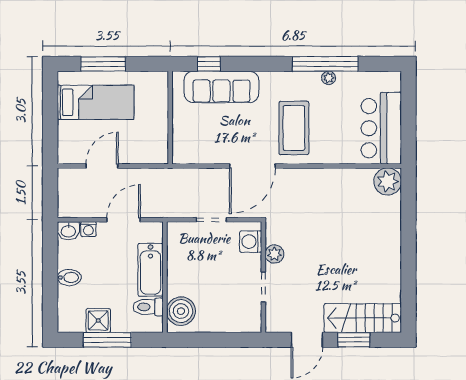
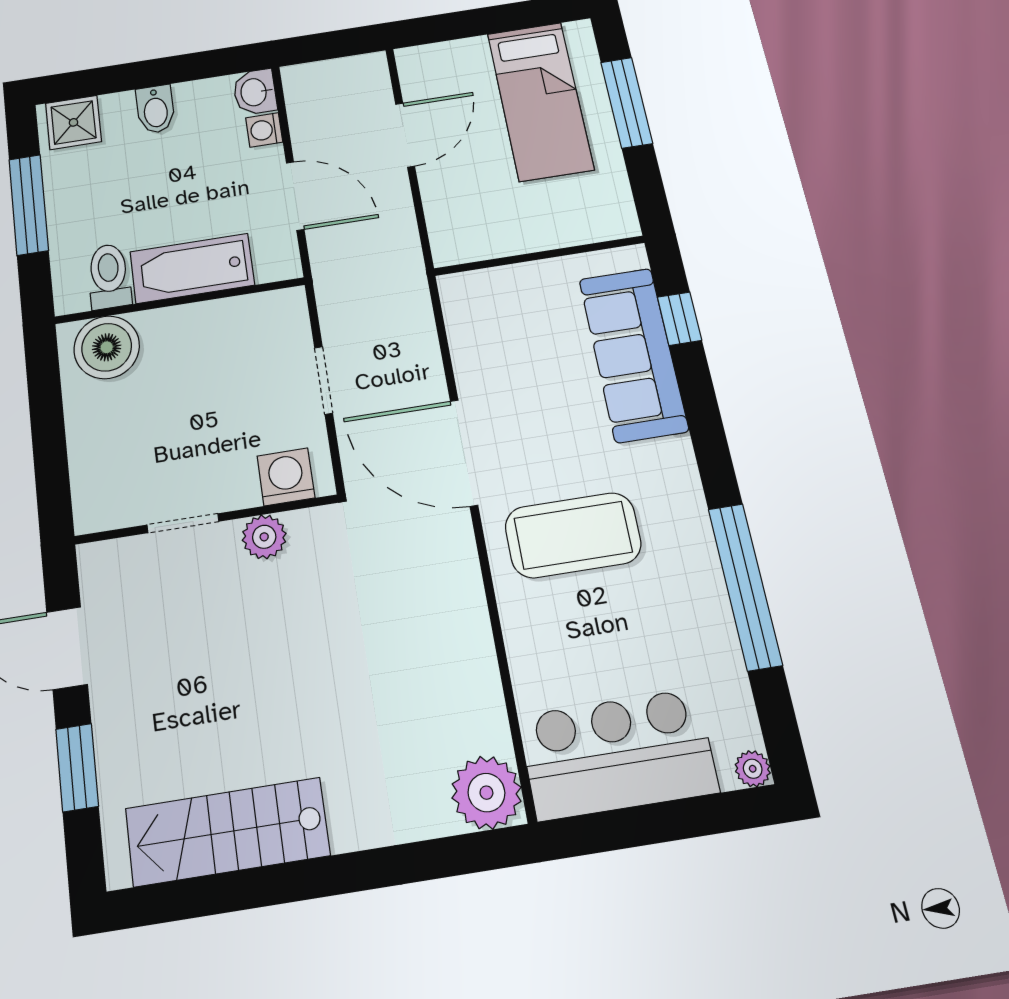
plant: (329, 78) -> (753, 769), moved
door: (102, 166) -> (405, 135), hinge flipped
stairs: (363, 318) -> (227, 832), moved, turned -90
shower: (98, 321) -> (73, 122), moved

